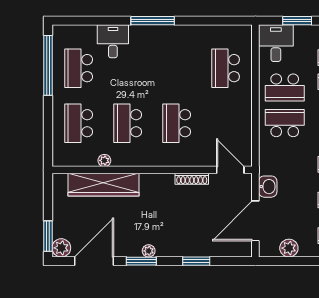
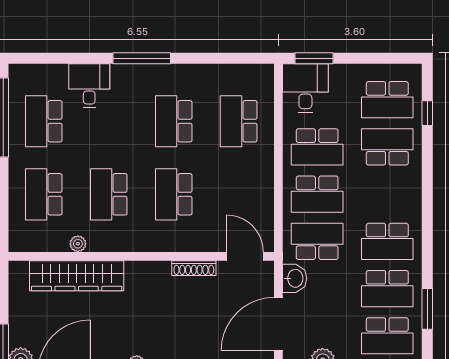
window: (297, 21) -> (314, 58), moved
school desk: (177, 68) -> (174, 121), added
school desk: (285, 123) -> (317, 194), turned 180
school desk: (285, 159) -> (317, 241), added

